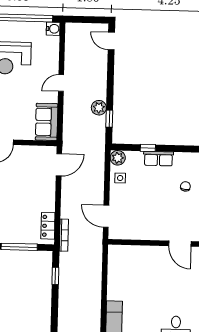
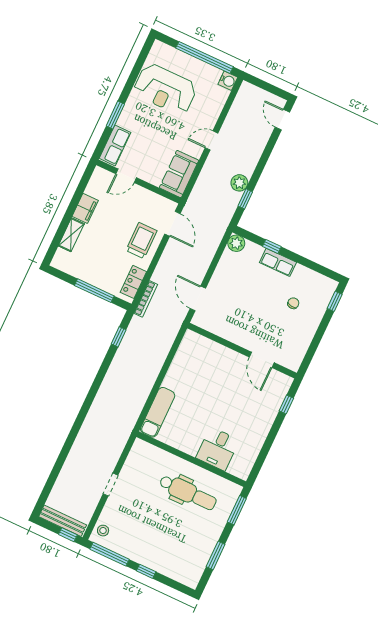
door: (59, 165) -> (172, 224), hinge flipped
side table: (120, 178) -> (230, 265), removed
trolley: (40, 189) -> (141, 241), added

